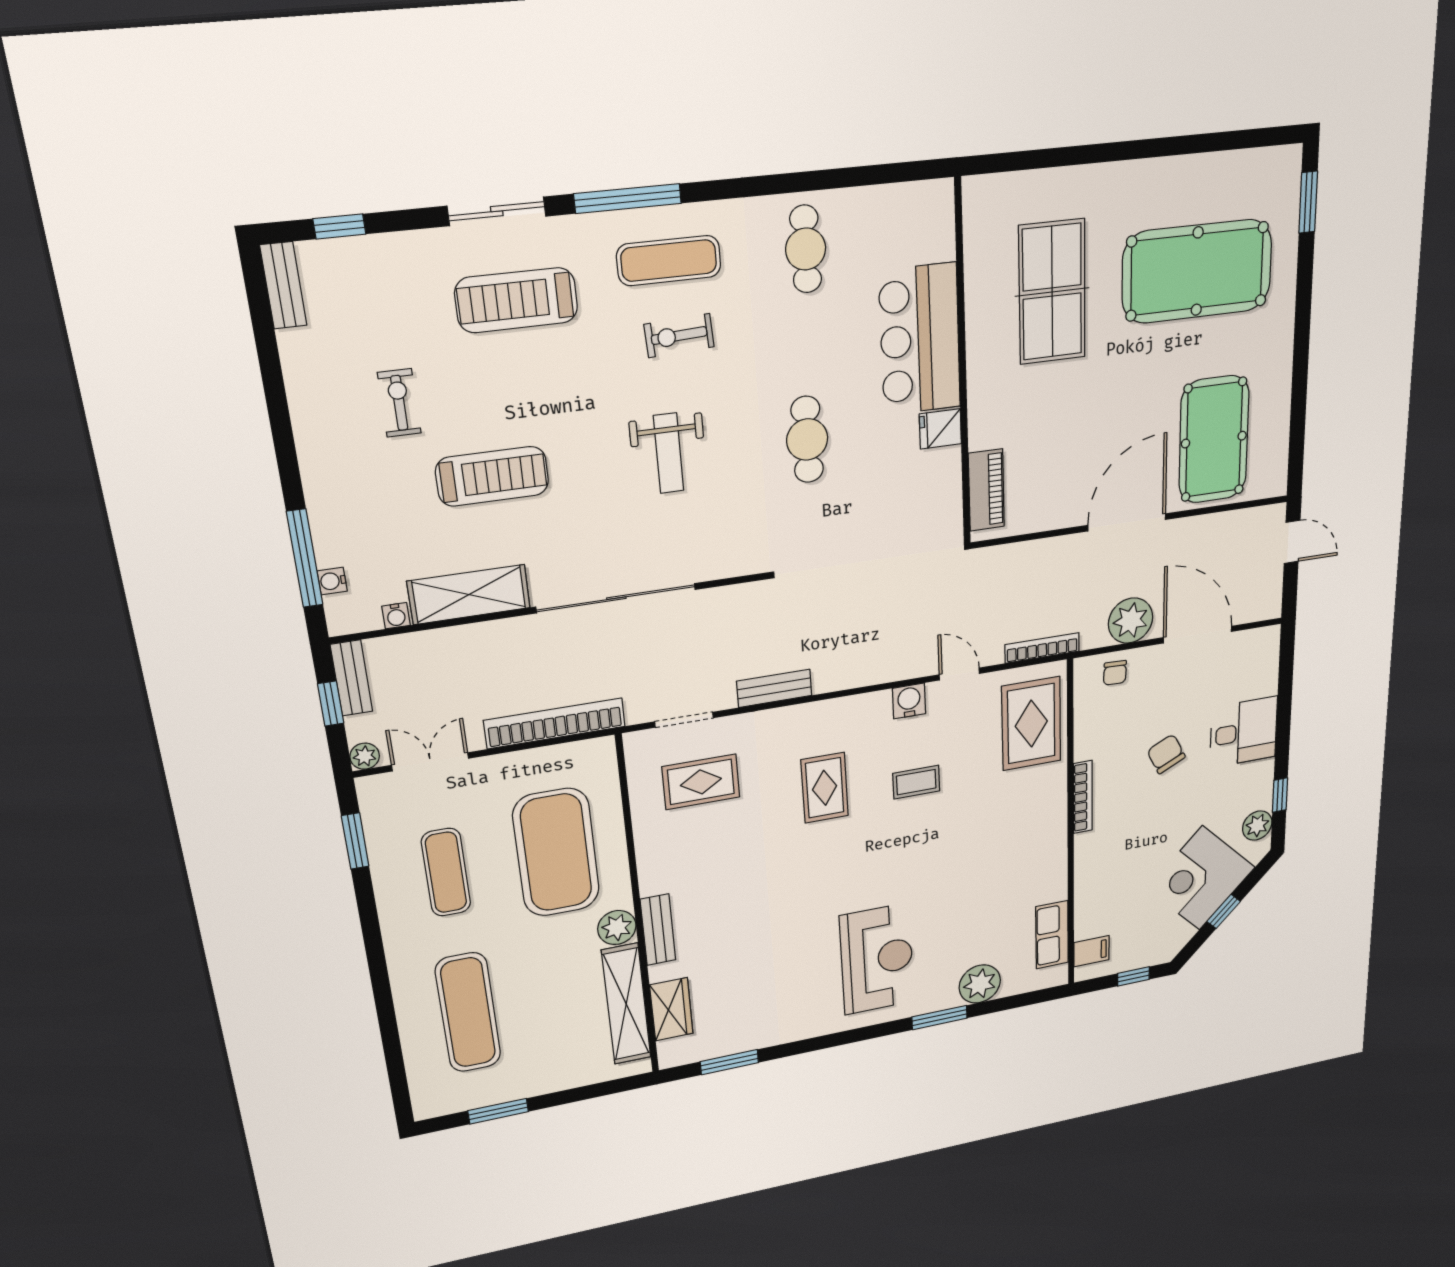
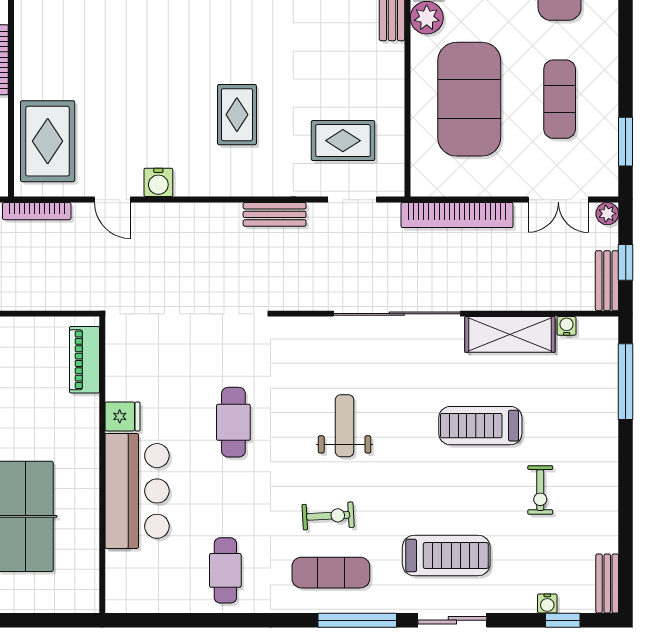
water cooler: (332, 581) -> (547, 603), moved, turned 90
coffee table: (916, 782) -> (155, 104), removed

